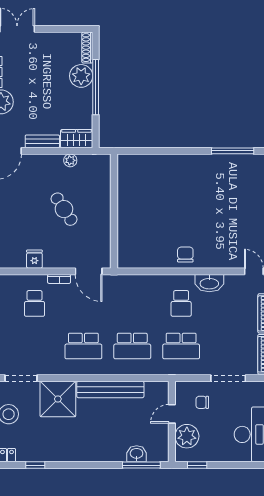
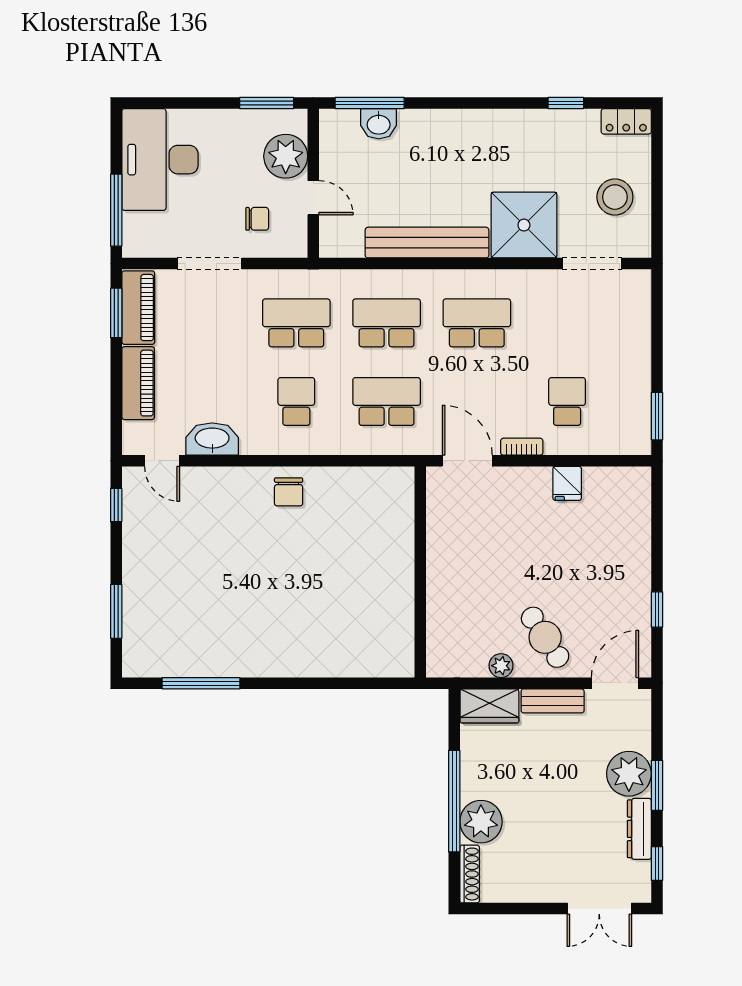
cafe table: (64, 209) -> (545, 637), moved
washbasin: (209, 283) -> (212, 439), moved
school desk: (132, 303) -> (387, 401), added
door: (172, 414) -> (313, 198), hinge flipped
window: (197, 465) -> (267, 103), width x1.50

